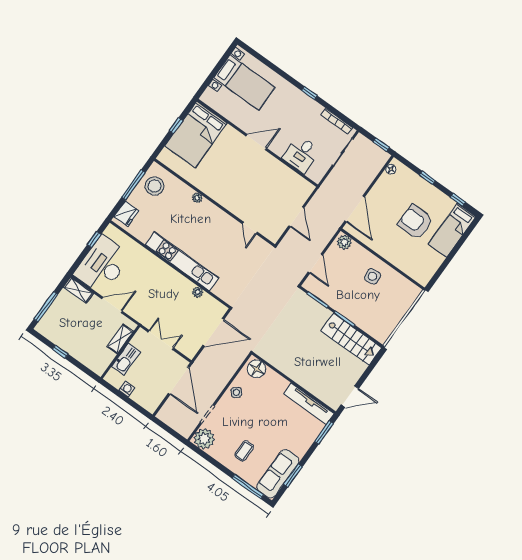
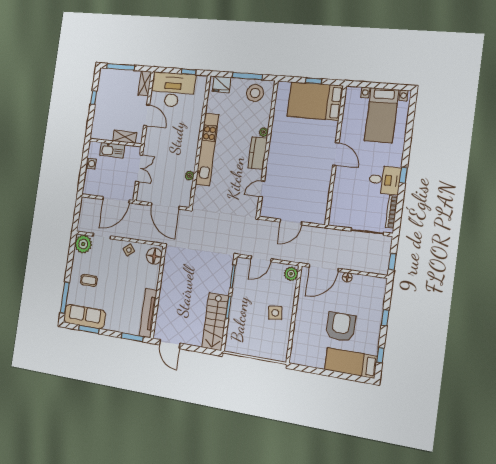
desk: (301, 154) -> (385, 180), moved, turned 180
floor lamp: (391, 169) -> (347, 277), moved
kitchen counter: (214, 214) -> (258, 153), added

